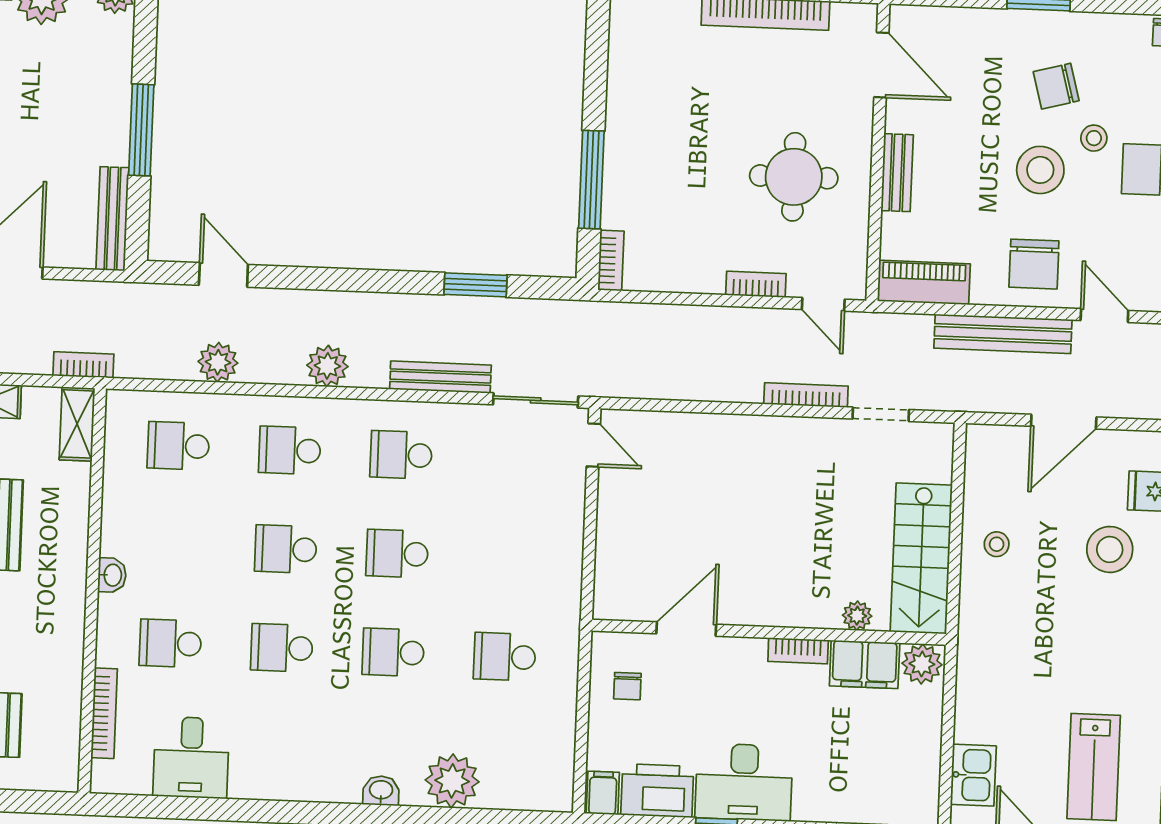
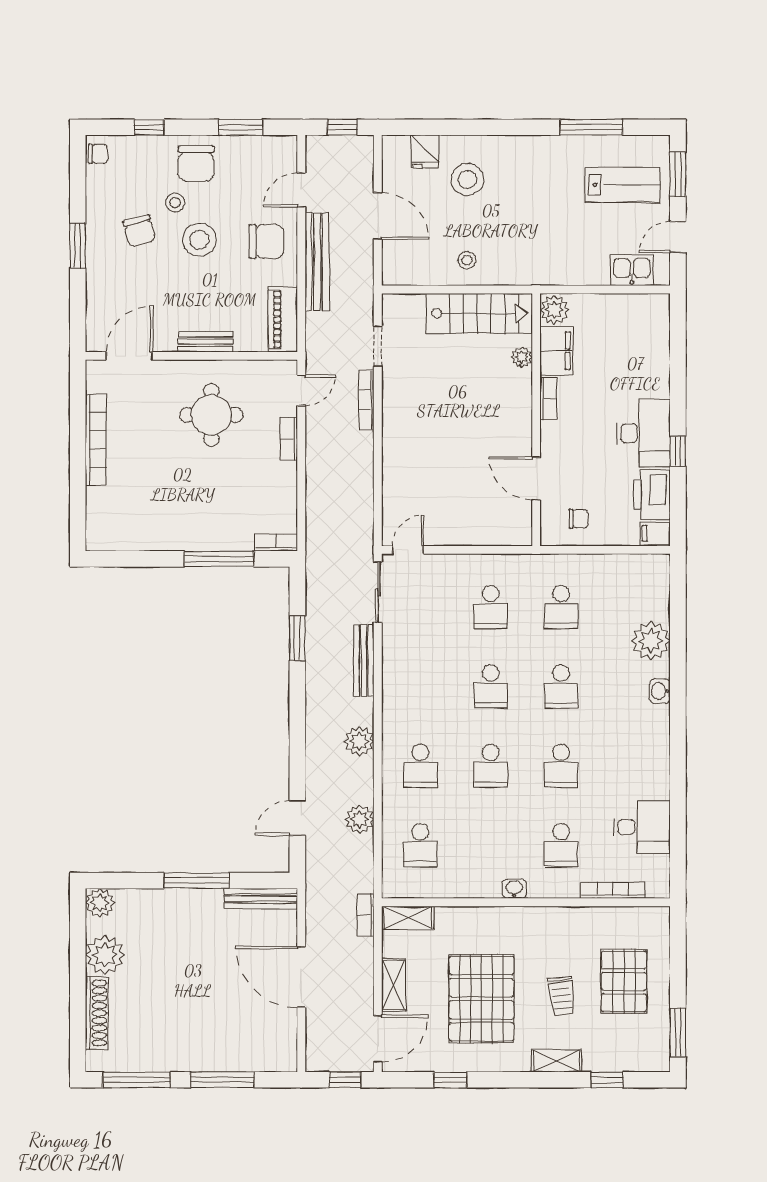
school desk: (401, 455) -> (491, 607), moved

